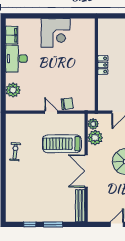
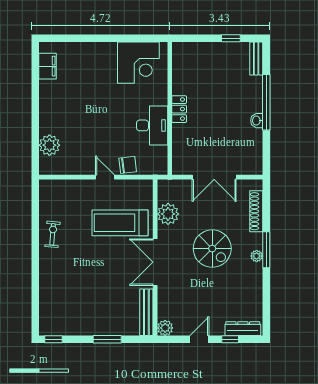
corner desk: (56, 33) -> (138, 63), moved
desk: (16, 59) -> (152, 125), moved, turned 180
plant: (93, 124) -> (165, 328), moved
window: (30, 224) -> (54, 339), moved

